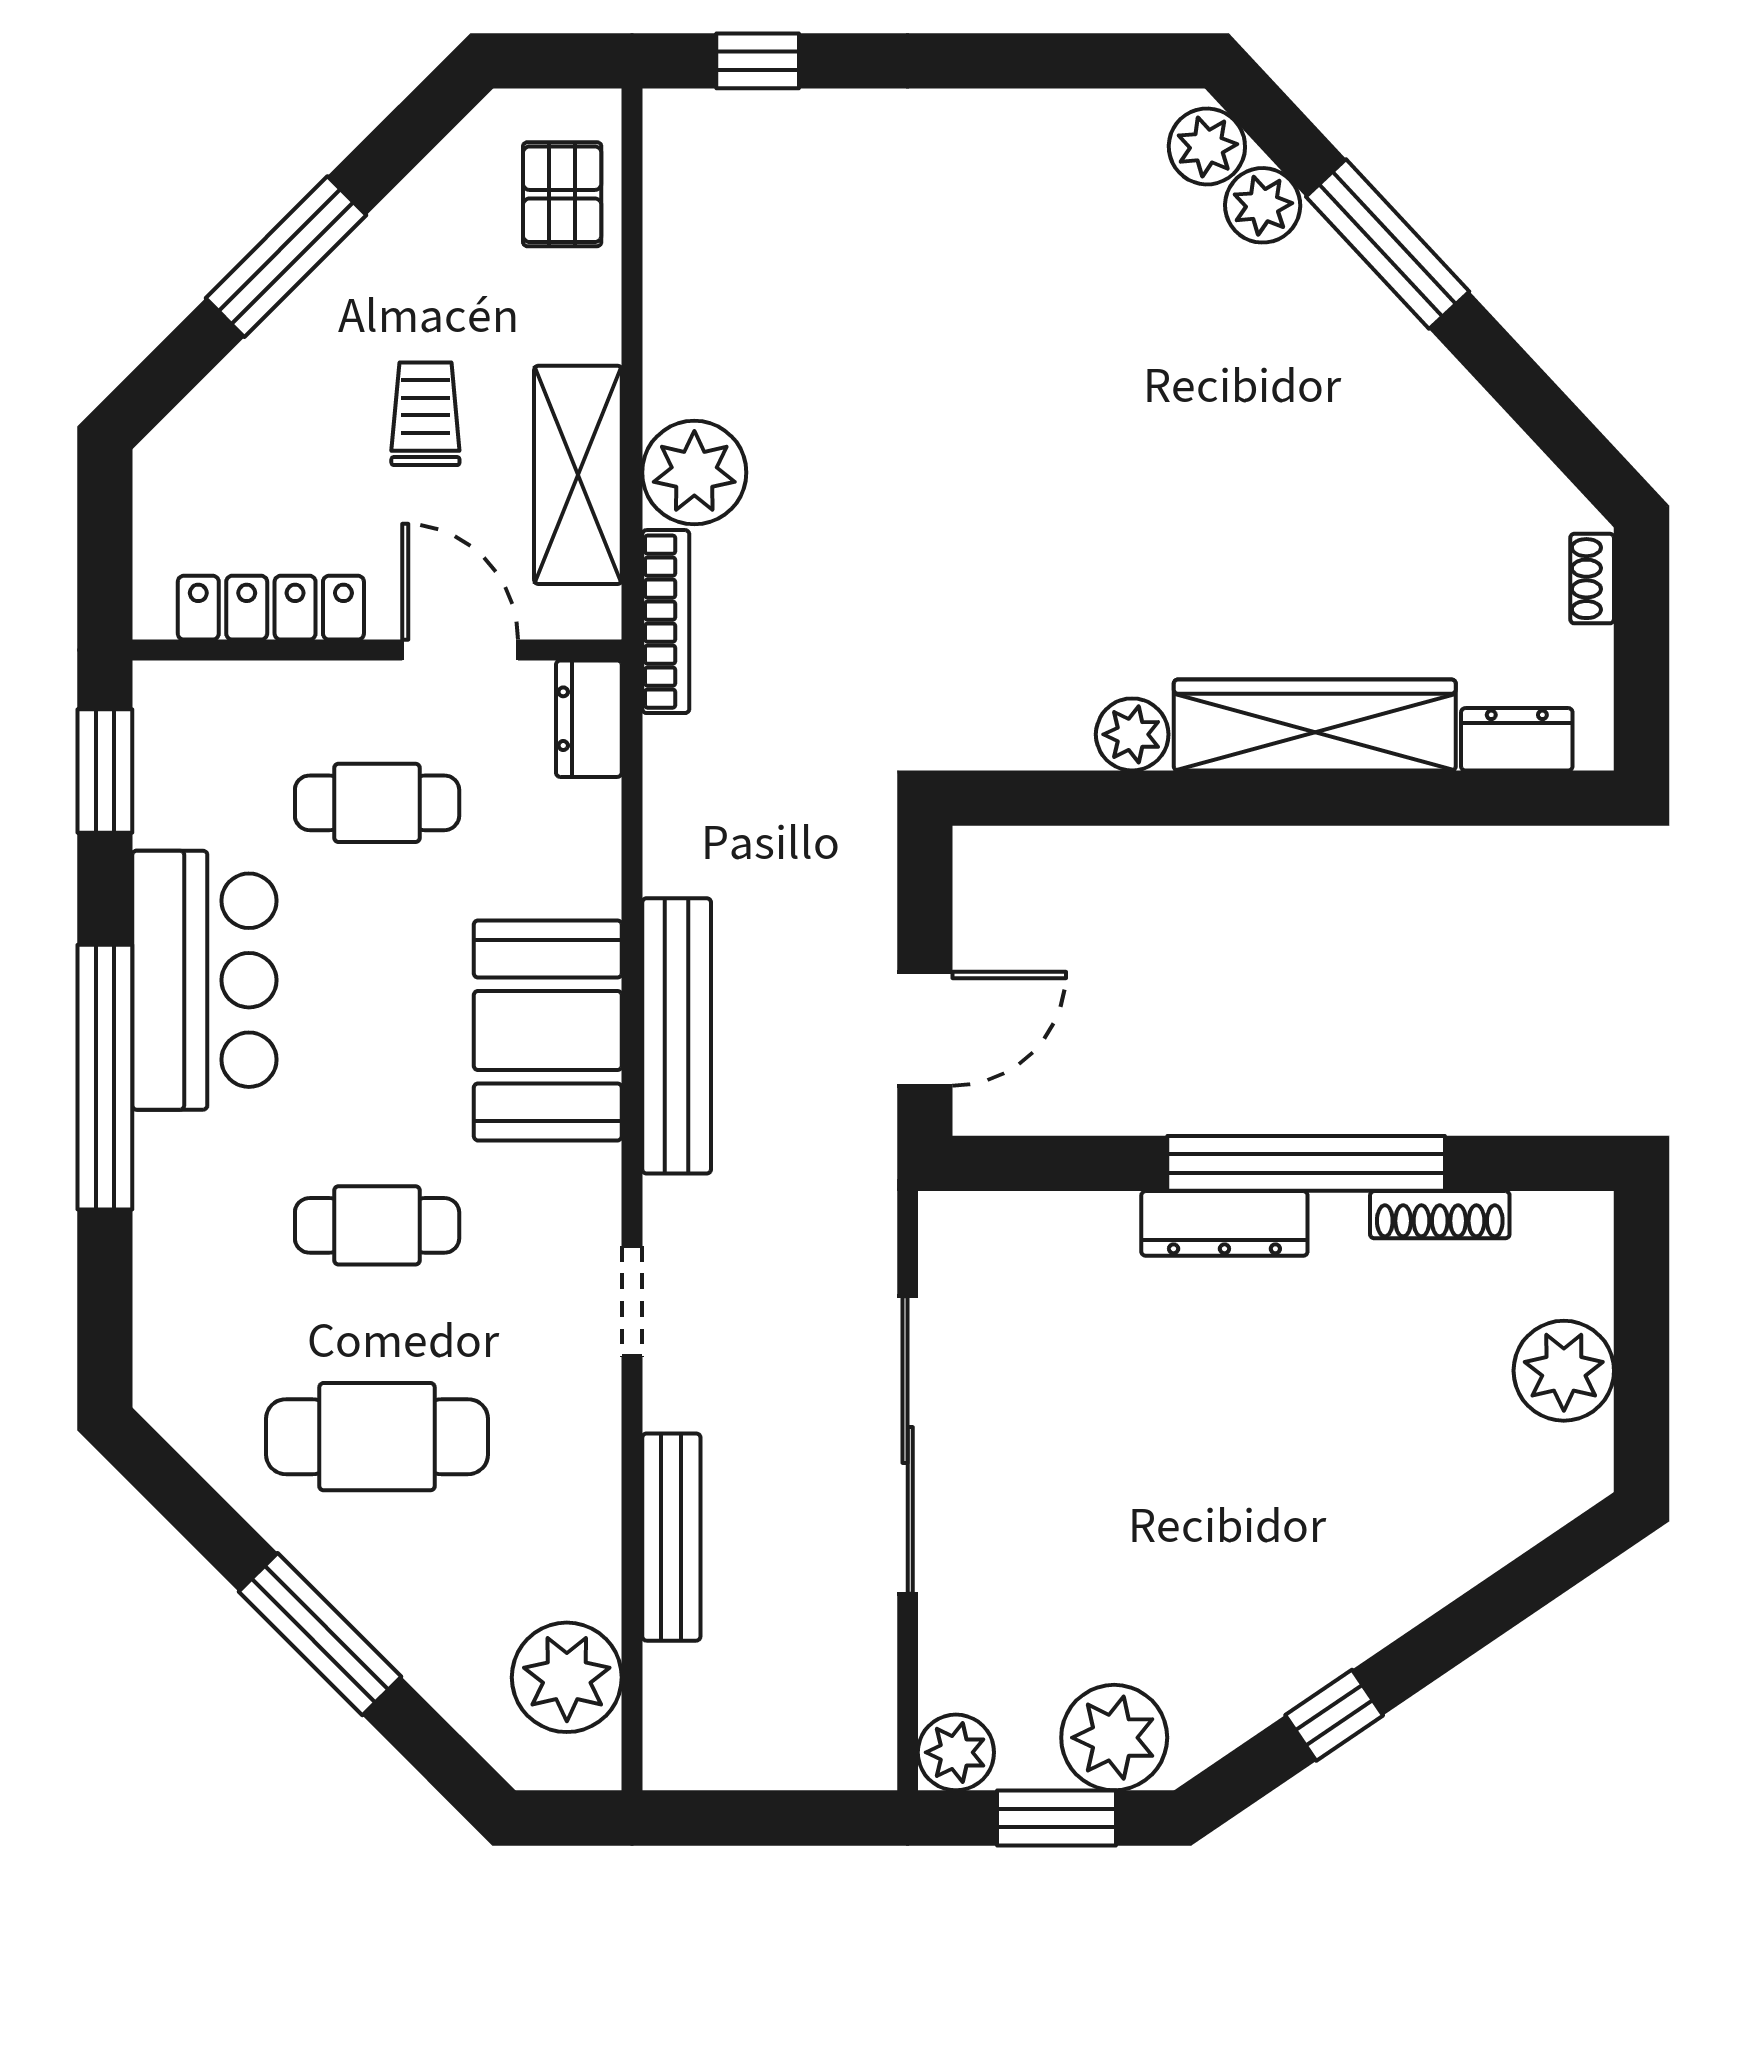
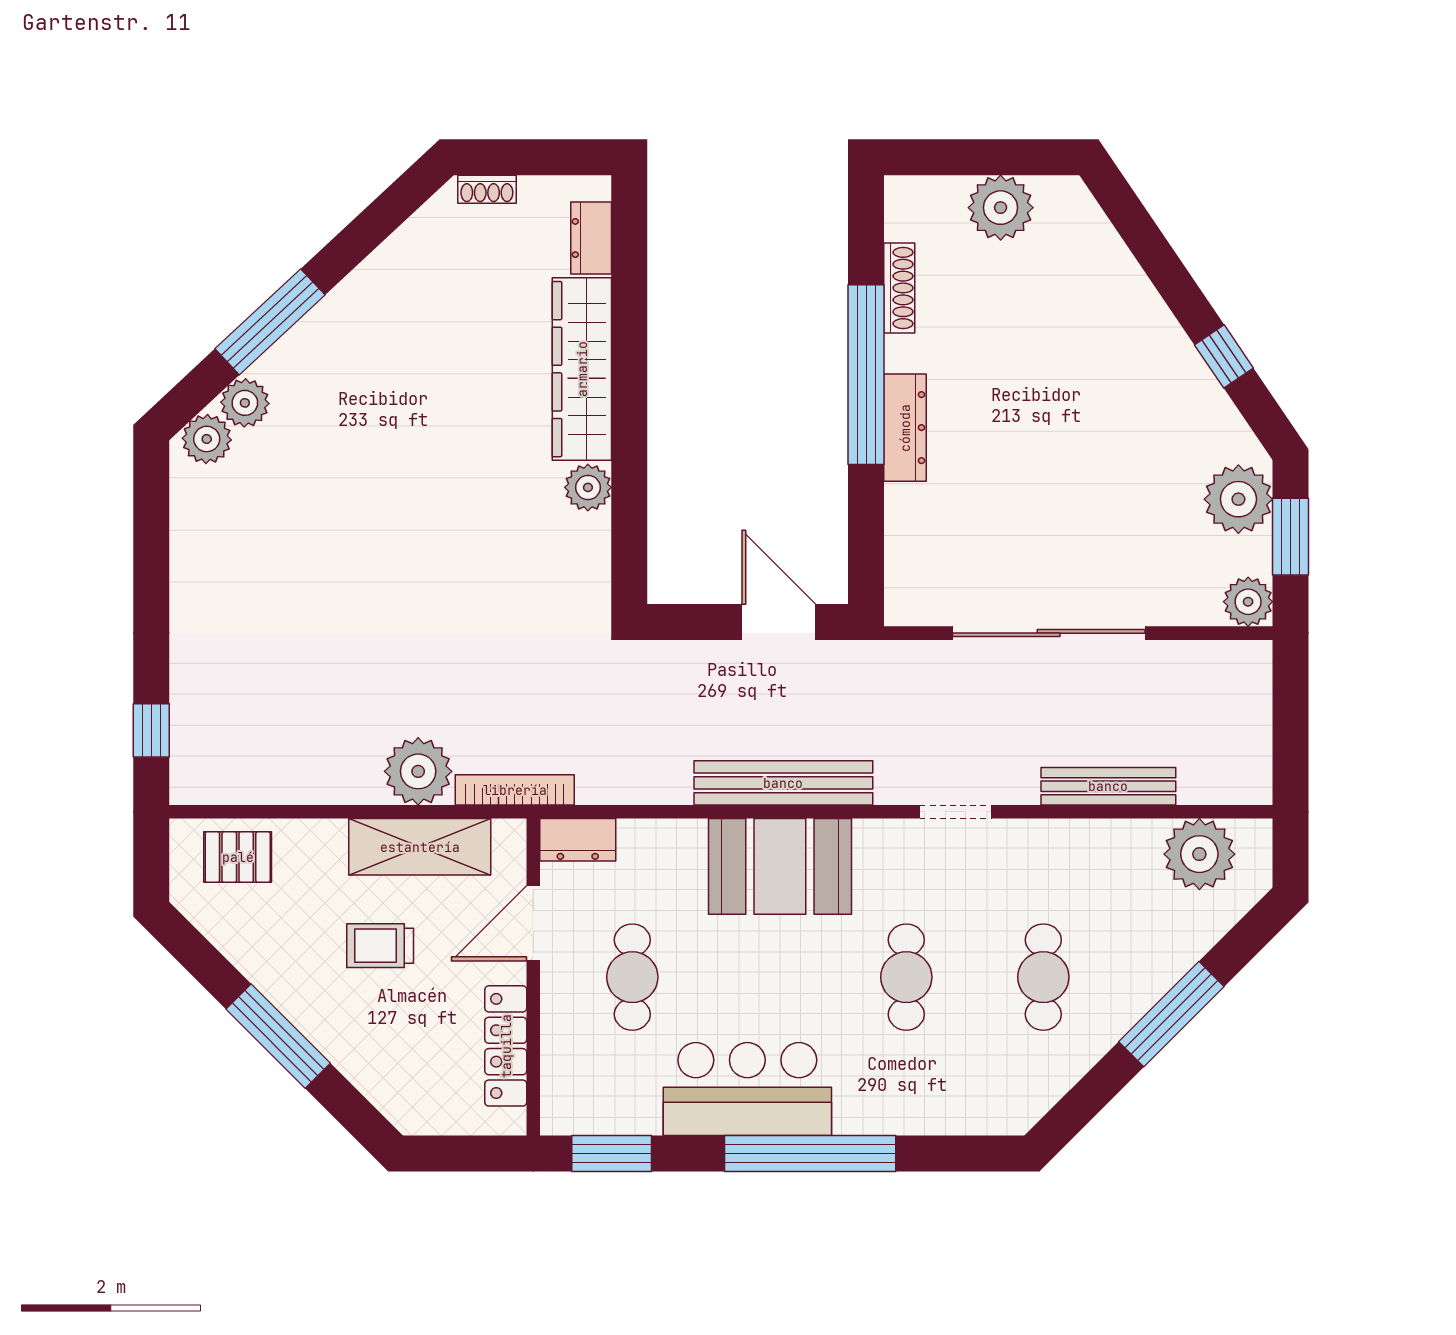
cafe table: (377, 1437) -> (1043, 977), width x0.73, depth x0.74

